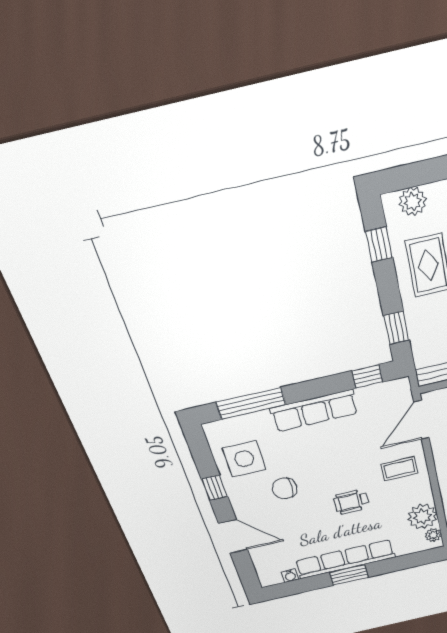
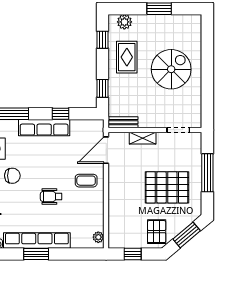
window: (367, 376) -> (60, 114), moved
chair: (285, 488) -> (12, 176), turned 180
plant: (422, 517) -> (94, 220), removed

